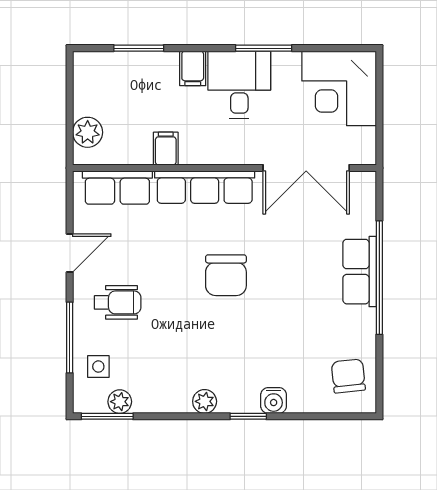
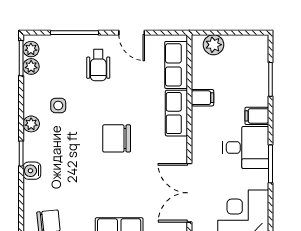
row of seats: (205, 187) -> (176, 113), width x0.68
side table: (98, 367) -> (58, 106), moved
plant: (94, 402) -> (31, 49), added

